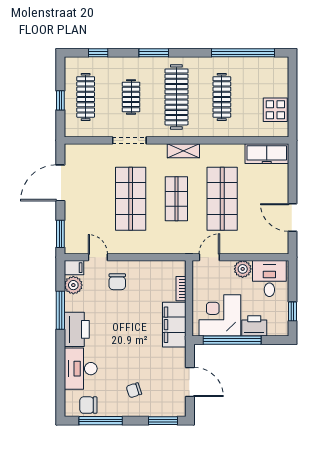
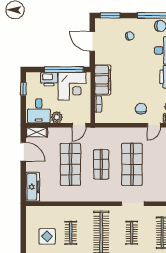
clothes rail: (222, 97) -> (71, 233), width x0.73
display table: (275, 110) -> (47, 236), moved
shelving: (183, 151) -> (37, 132), moved
freezer: (267, 154) -> (33, 187), moved, turned 90
door: (98, 257) -> (154, 125), hinge flipped

